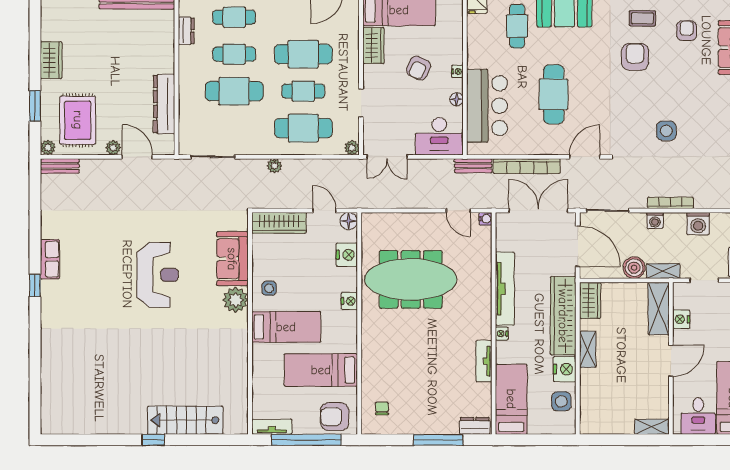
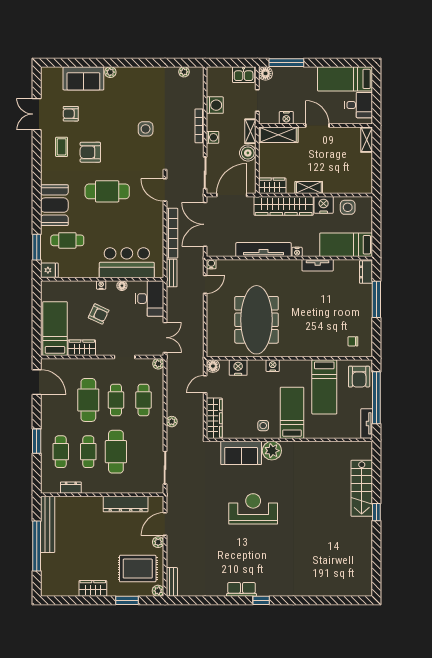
cafe table: (554, 94) -> (107, 191), moved
cafe table: (303, 128) -> (144, 400), width x0.73, depth x0.74

